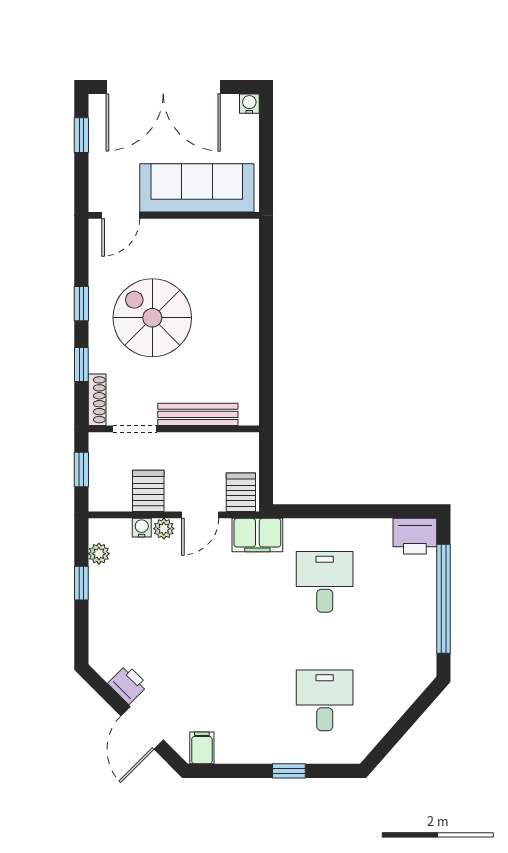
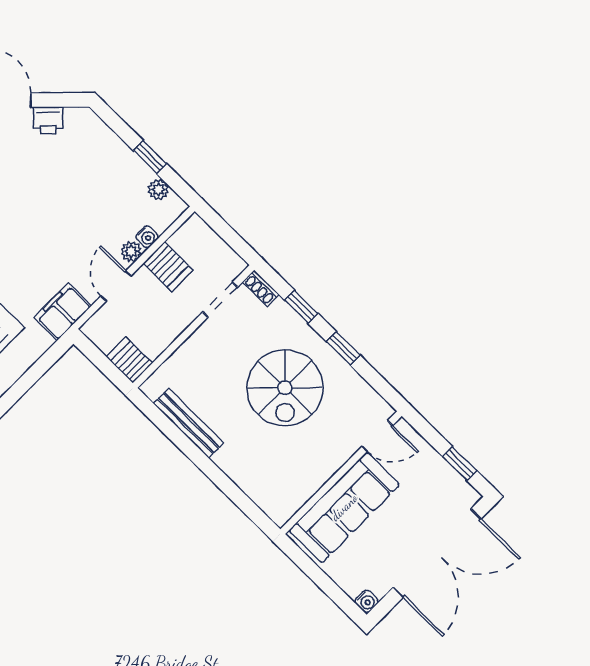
double door: (163, 87) -> (437, 553), swing flipped
door: (121, 215) -> (377, 436), swing flipped
spiral stairs: (152, 318) -> (285, 388), turned 90
shoe rack: (97, 400) -> (261, 288), width x0.70
bench: (198, 414) -> (188, 423), moved, turned 90
window: (81, 470) -> (229, 235), removed
server rack: (241, 492) -> (129, 360), moved, turned 180

